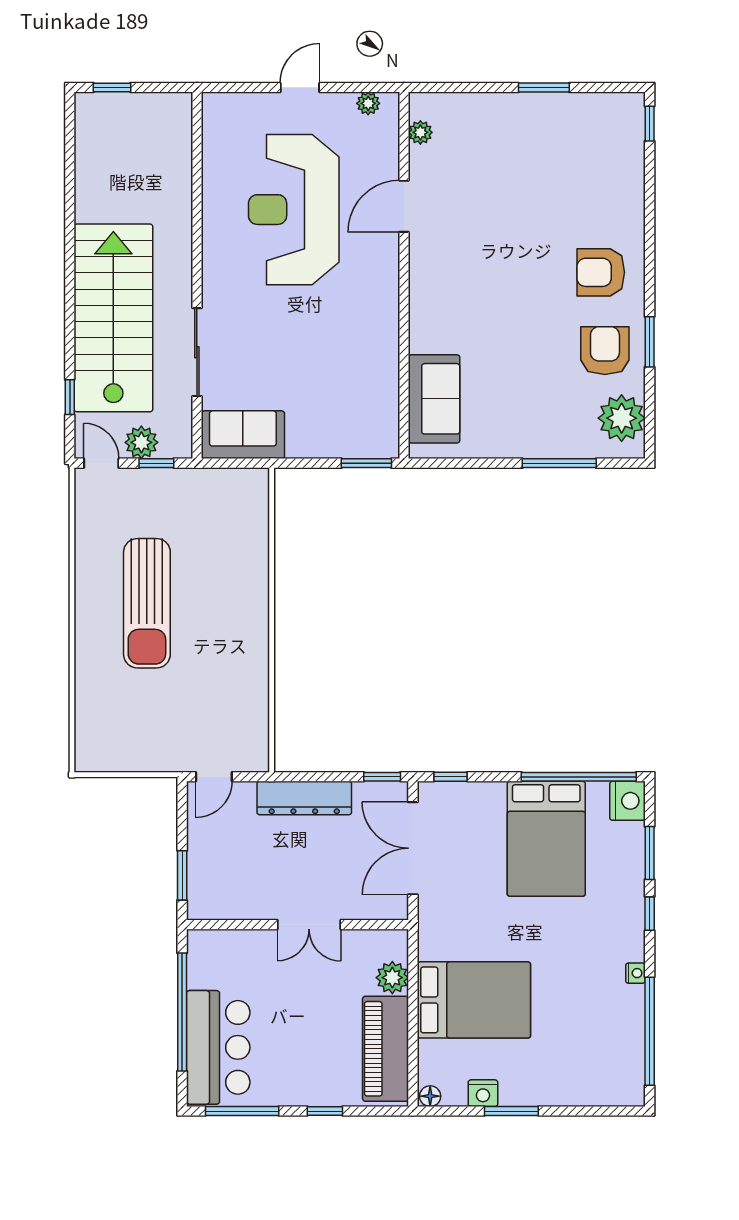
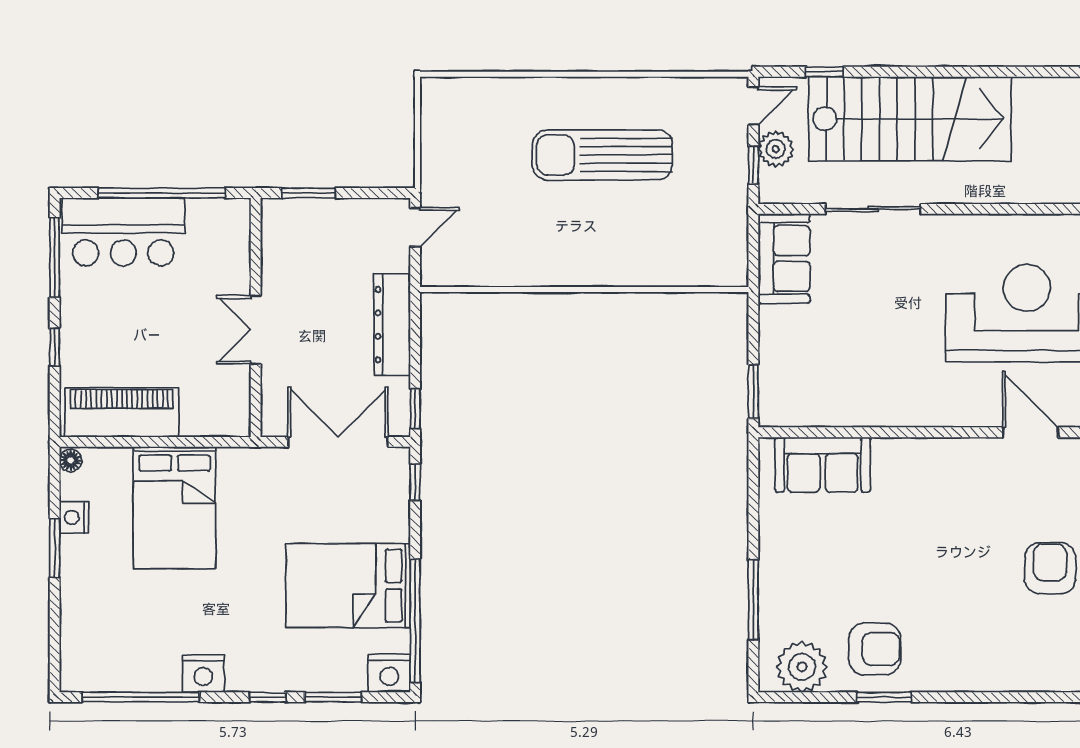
armchair: (601, 272) -> (1050, 568), moved
door: (214, 777) -> (415, 227), swing flipped
nightstand: (636, 973) -> (203, 674), width x1.89, depth x1.79
plant: (392, 978) -> (199, 420), removed

